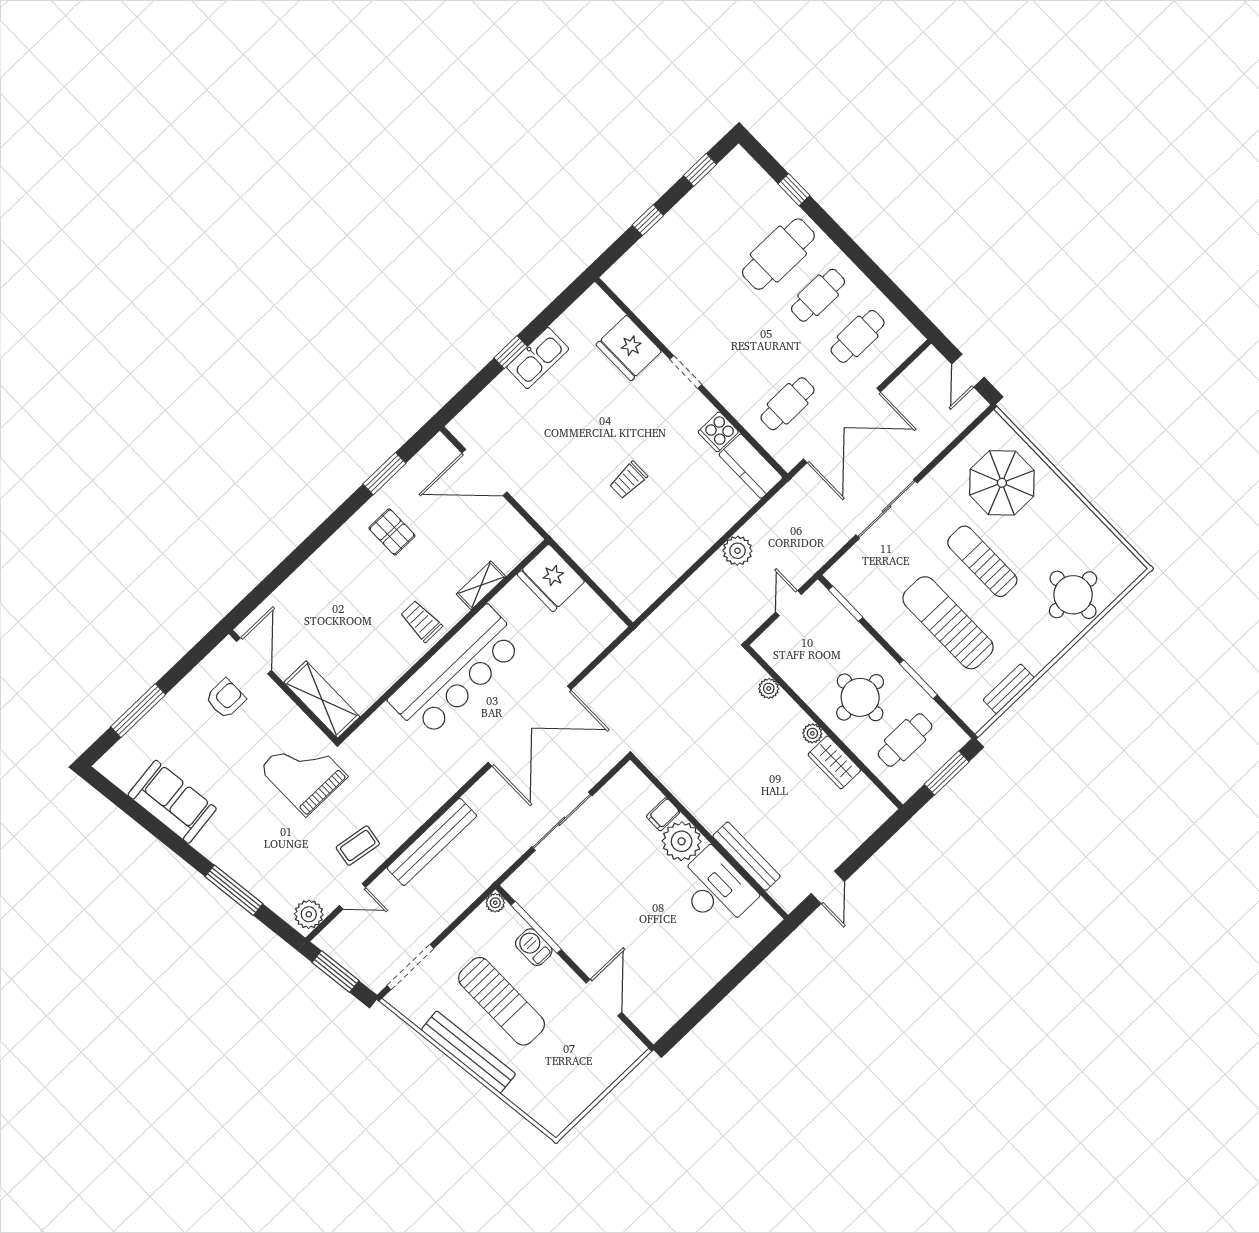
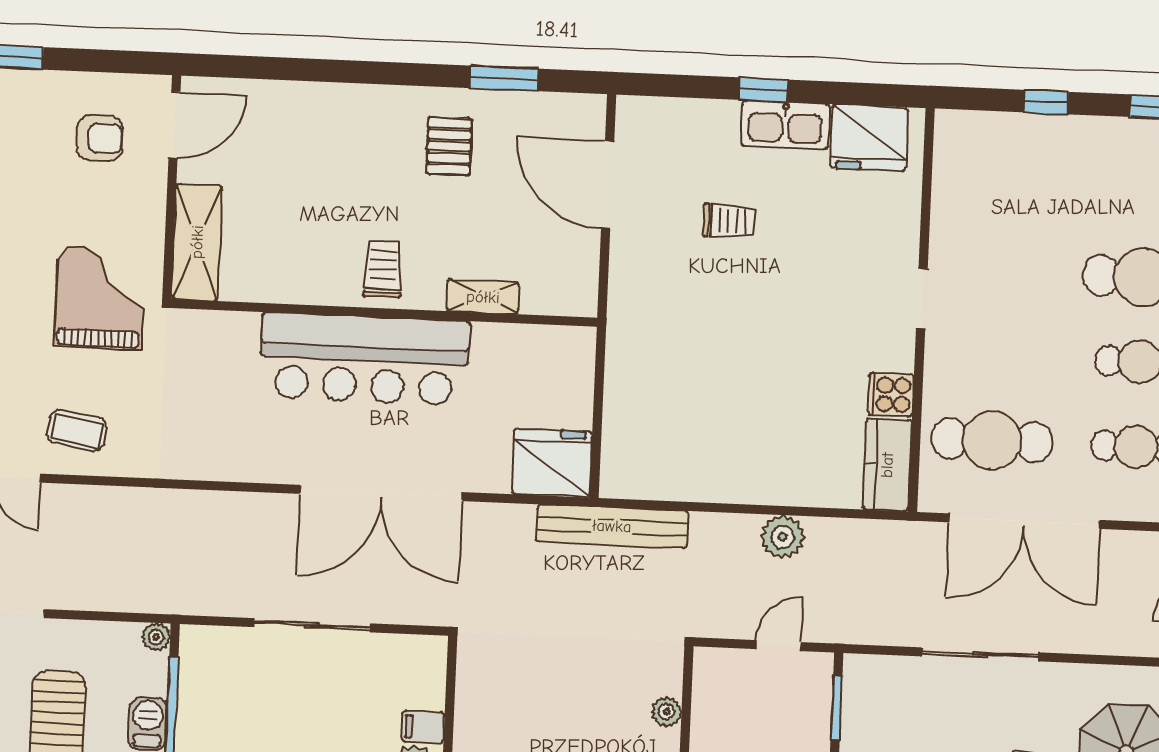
fridge: (629, 348) -> (869, 138), moved, turned -90
cafe table: (788, 404) -> (992, 440), width x1.37, depth x1.35
trolley: (628, 480) -> (729, 221), moved, turned 180
fridge: (551, 578) -> (552, 463), moved, turned 90
bench: (432, 842) -> (612, 526), moved

